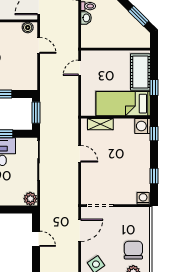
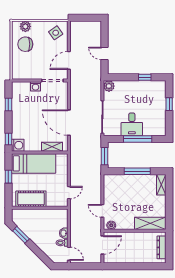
cot: (140, 72) -> (31, 199), moved, turned 90
door: (80, 154) -> (69, 123), width x1.87
washing machine: (143, 198) -> (35, 86), moved
chair: (133, 250) -> (25, 44), turned 90

